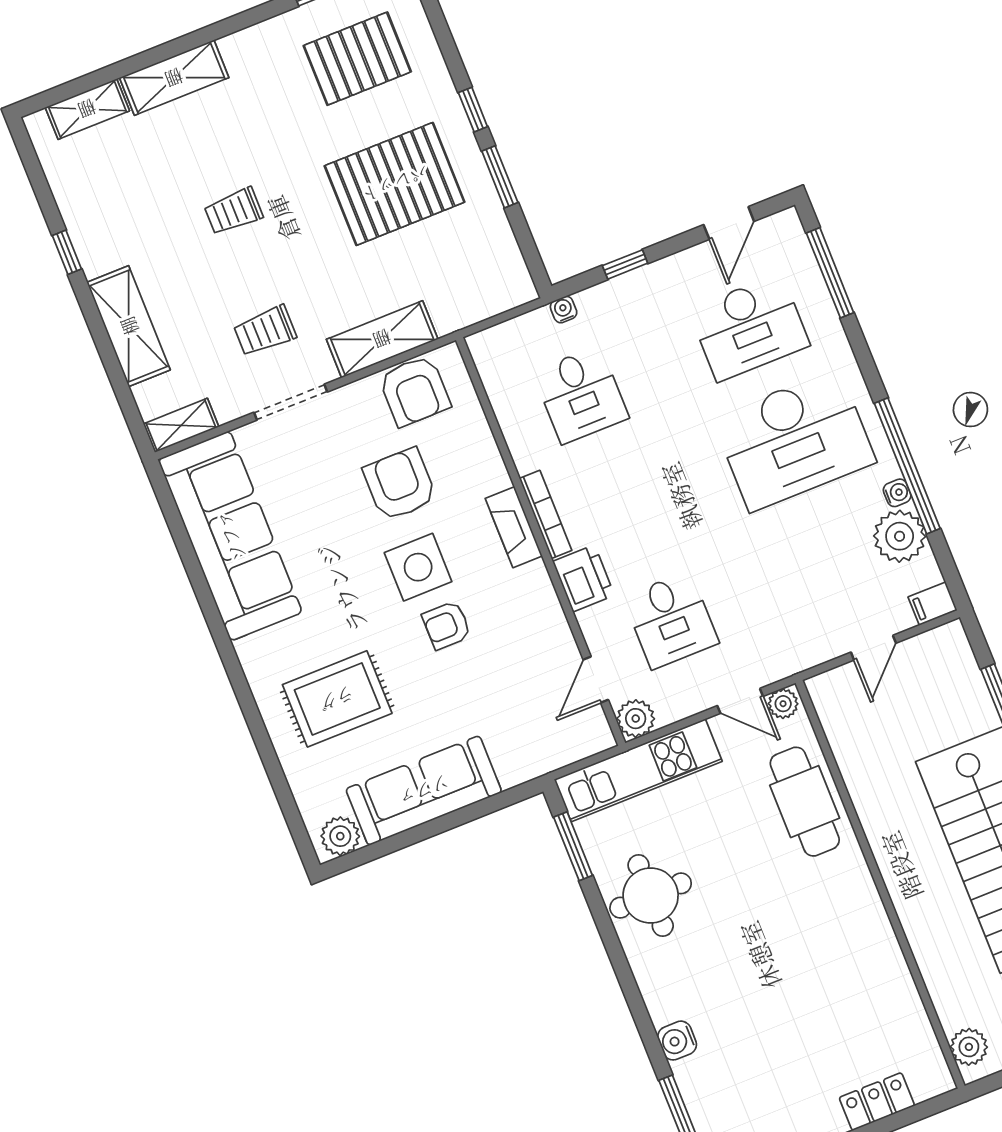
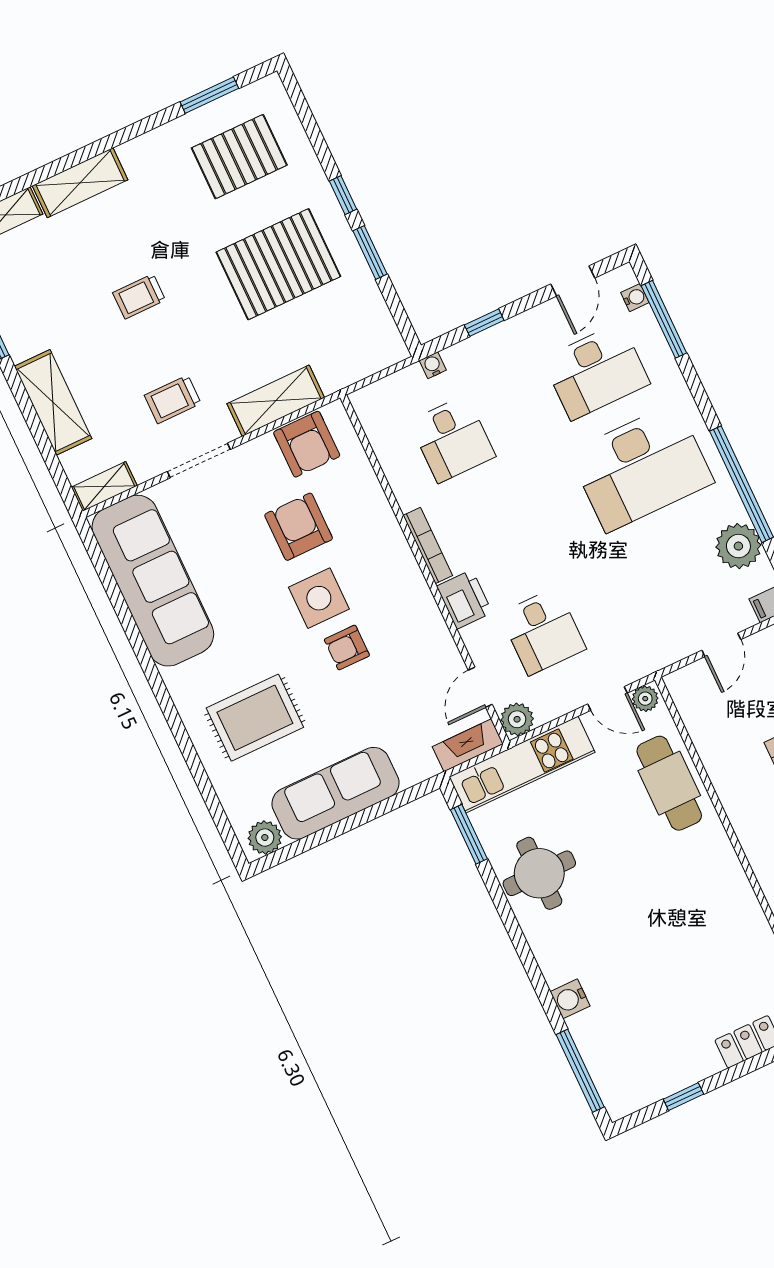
water cooler: (897, 493) -> (635, 298), moved
fireplace: (514, 527) -> (468, 745), moved, turned 90

